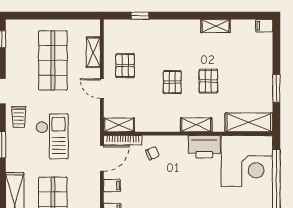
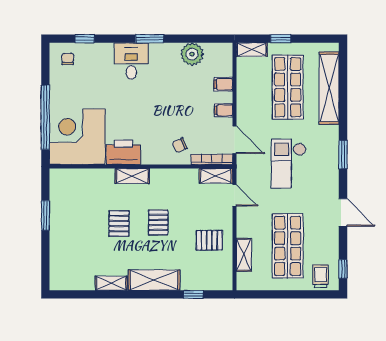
filing cabinet: (264, 26) -> (58, 284), removed
pallet: (125, 66) -> (209, 240), turned 90
door: (102, 89) -> (234, 195), moved
trolley: (19, 117) -> (321, 276), moved
shelving: (249, 122) -> (154, 280), moved
door: (102, 158) -> (234, 140), swing flipped

